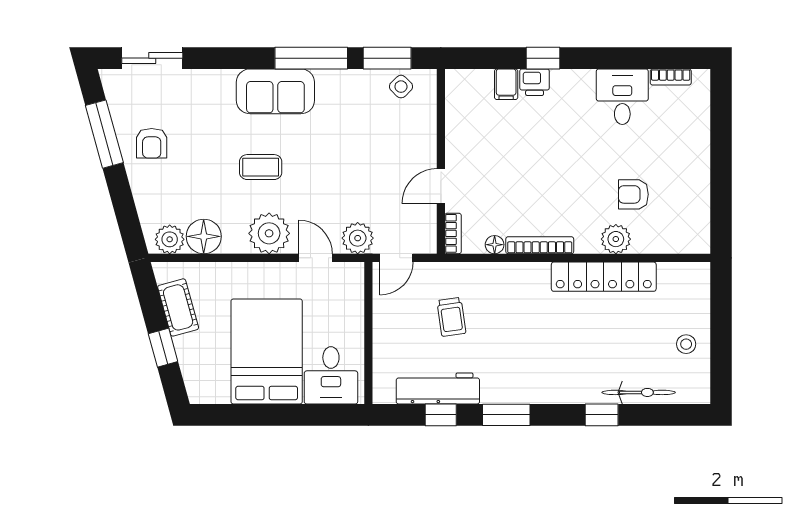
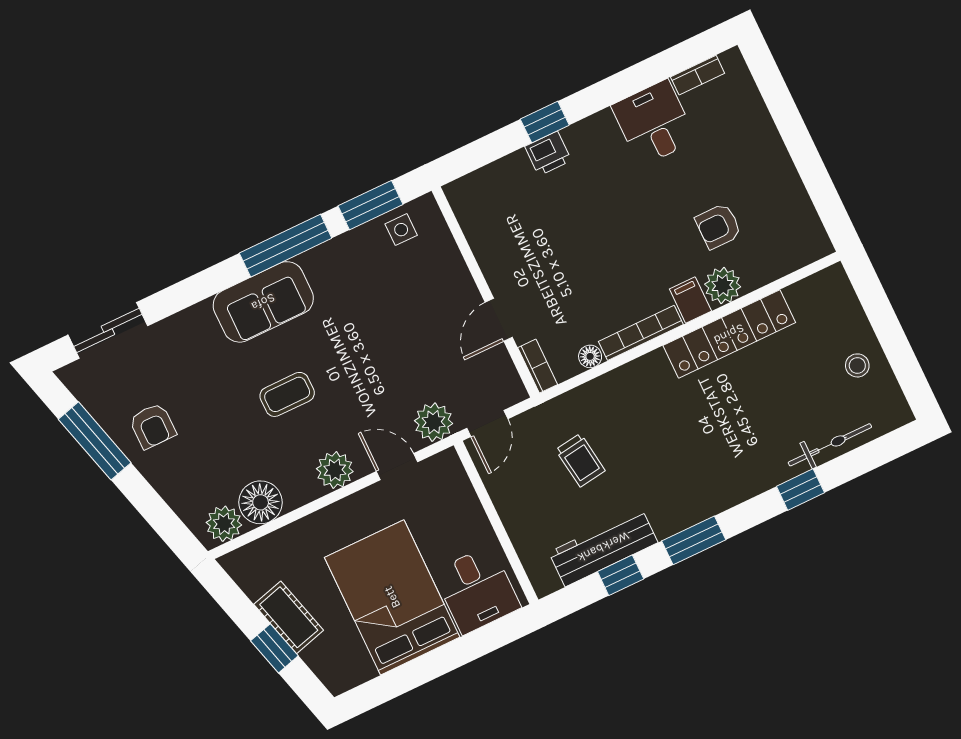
filing cabinet: (506, 84) -> (690, 300), moved, turned 180
side table: (401, 87) -> (401, 230), turned 45
plant: (269, 233) -> (335, 470), width x0.73, depth x0.73
cot: (178, 307) -> (289, 617), moved

